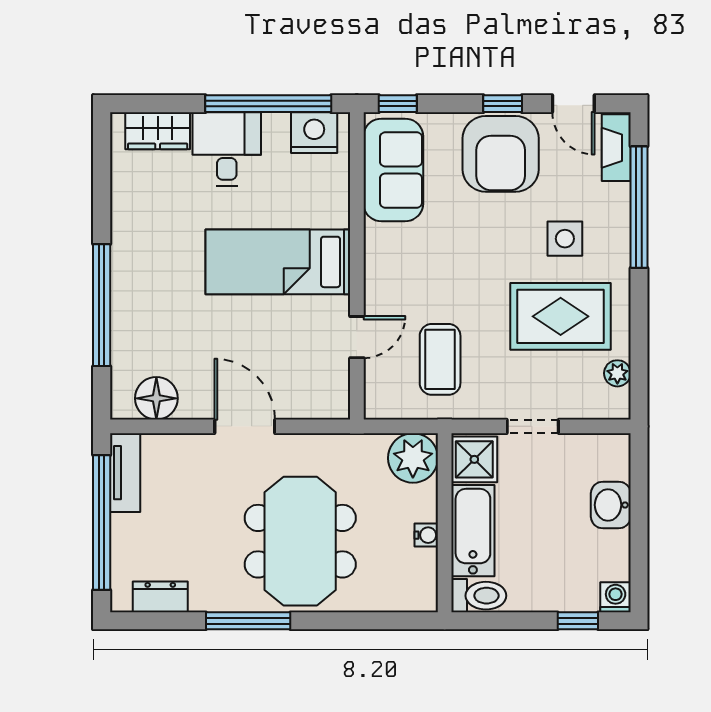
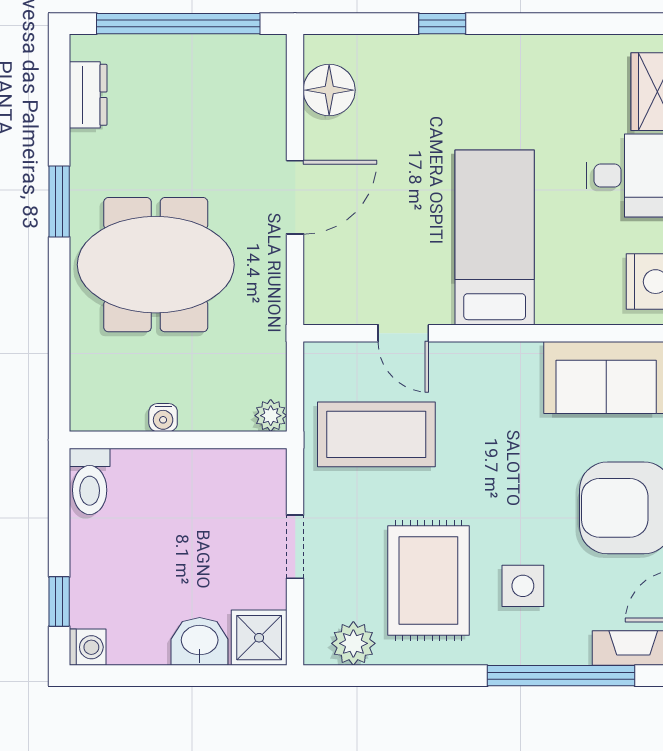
window: (102, 305) -> (442, 24), width x0.32
coffee table: (440, 359) -> (376, 434), width x1.36, depth x1.32
plant: (617, 373) -> (353, 643), width x1.38, depth x1.38
plant: (413, 458) -> (271, 416), width x0.53, depth x0.53
shower: (474, 459) -> (259, 638), moved
tv unit: (125, 473) -> (239, 52), removed
bathtub: (473, 531) -> (169, 474), removed
window: (248, 621) -> (59, 201), width x0.69

